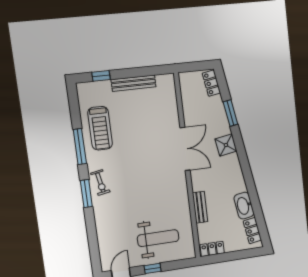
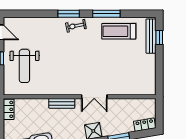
bench: (134, 83) -> (151, 36), moved
double door: (185, 149) -> (94, 97), width x0.73
bench: (200, 207) -> (62, 103), moved

